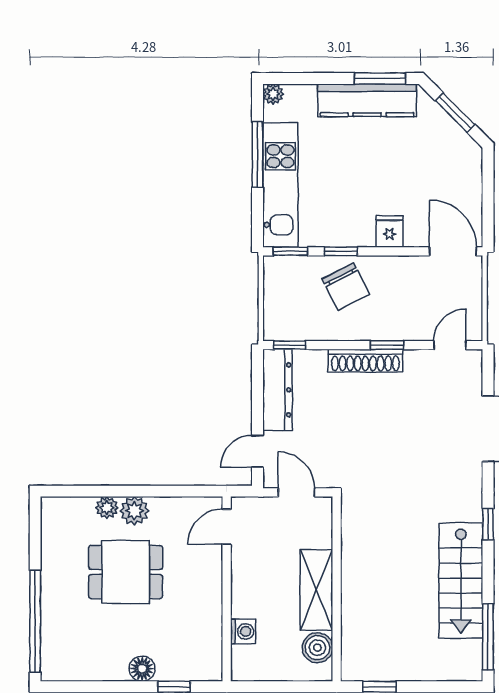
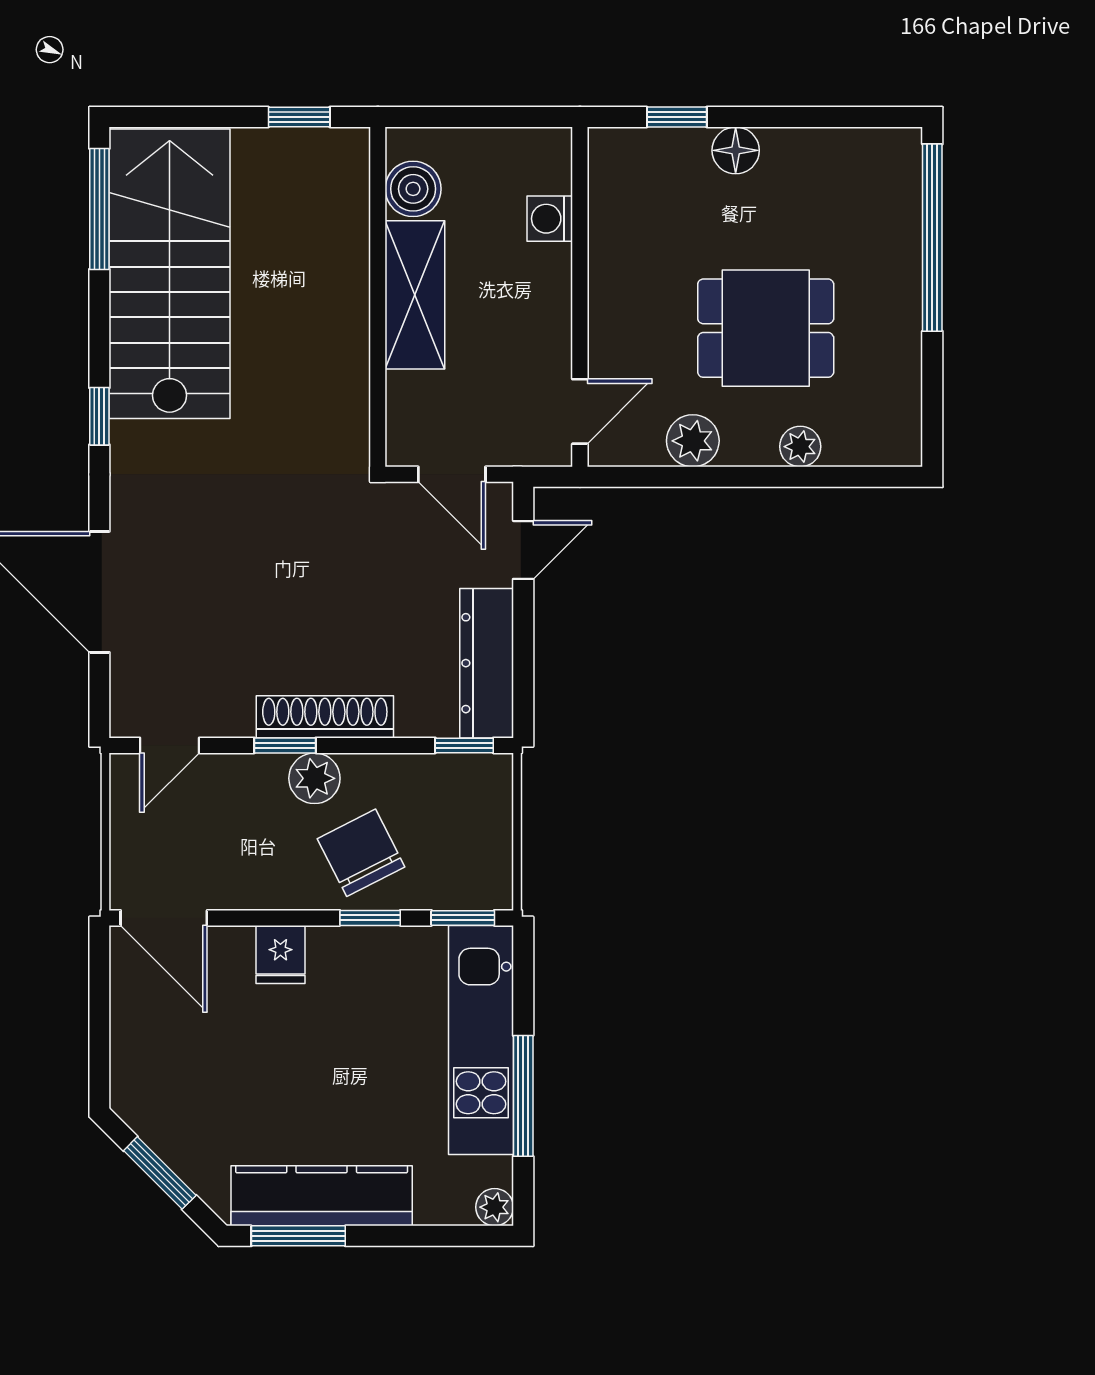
plant: (371, 327) -> (314, 778), added
plant: (134, 511) -> (693, 441), moved
stairs: (461, 581) -> (170, 274), width x1.36, depth x1.51

